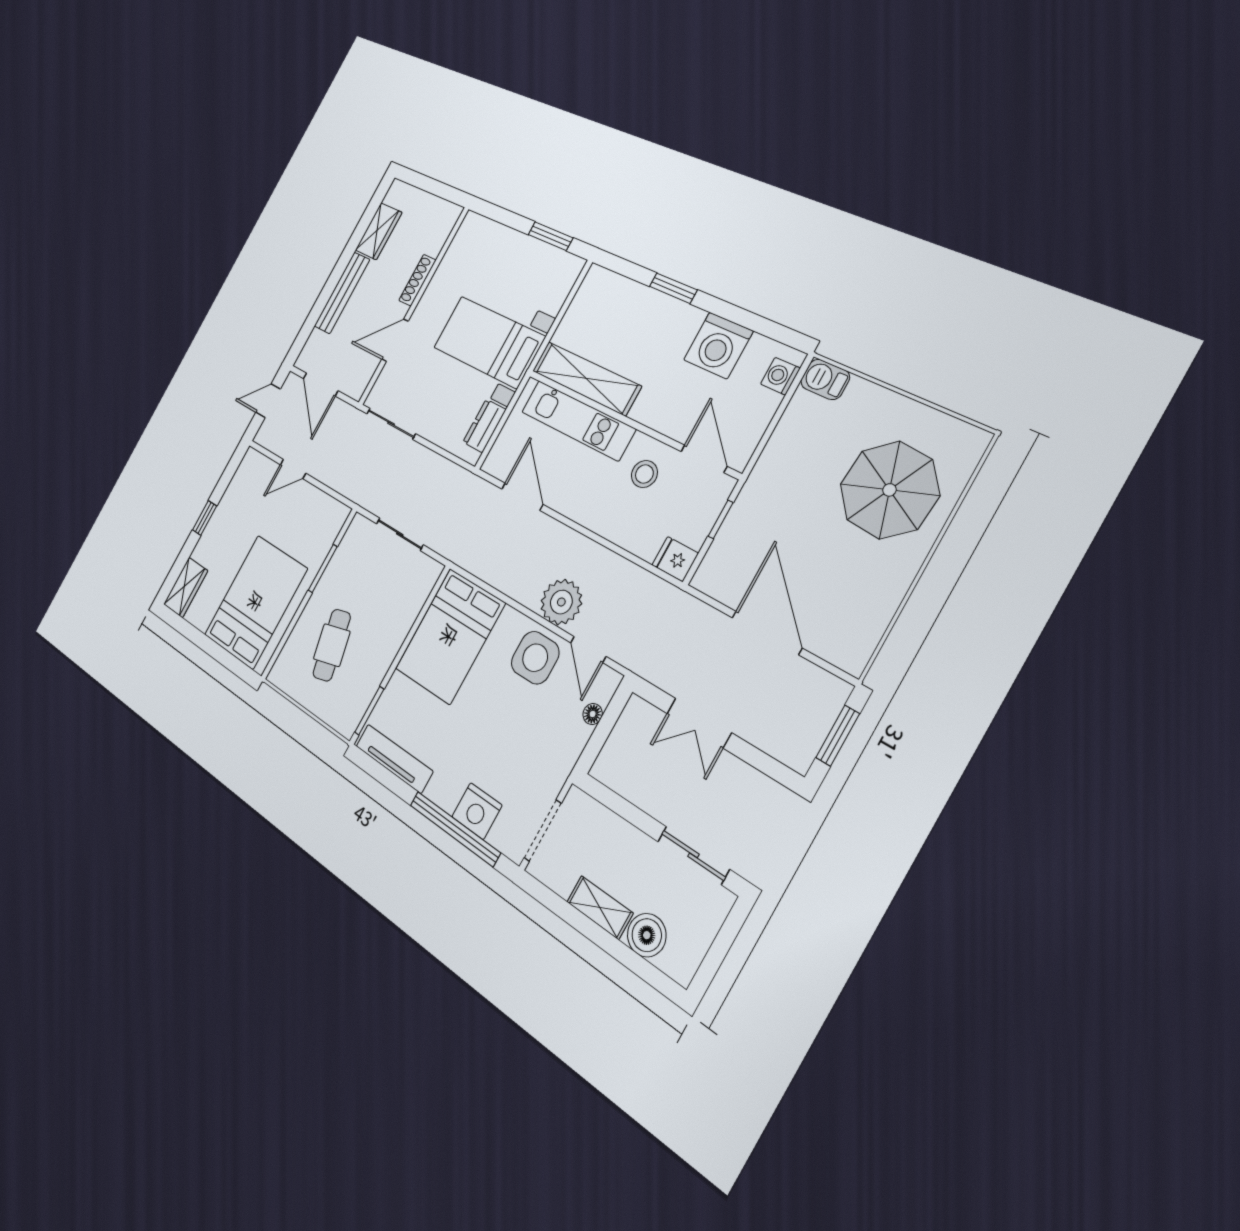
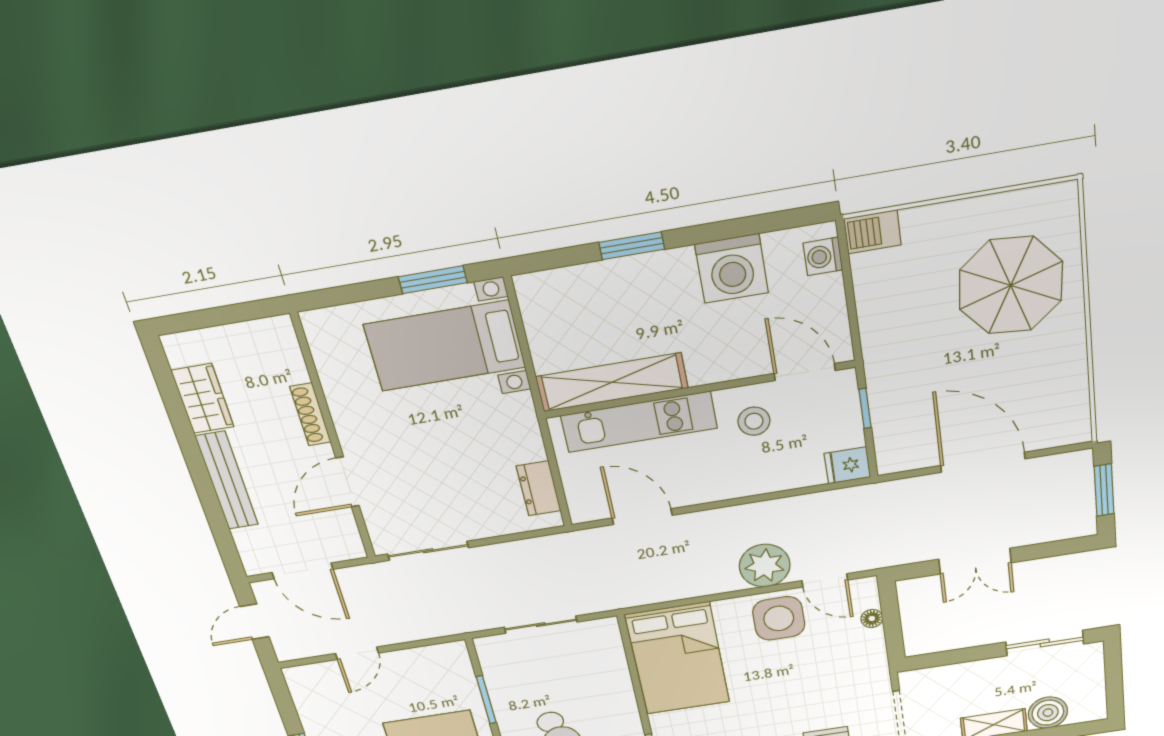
bed with nightstands: (489, 342) -> (445, 346), moved

